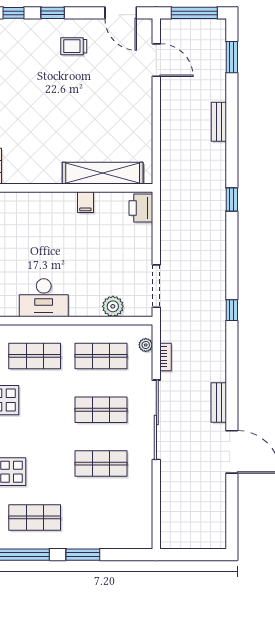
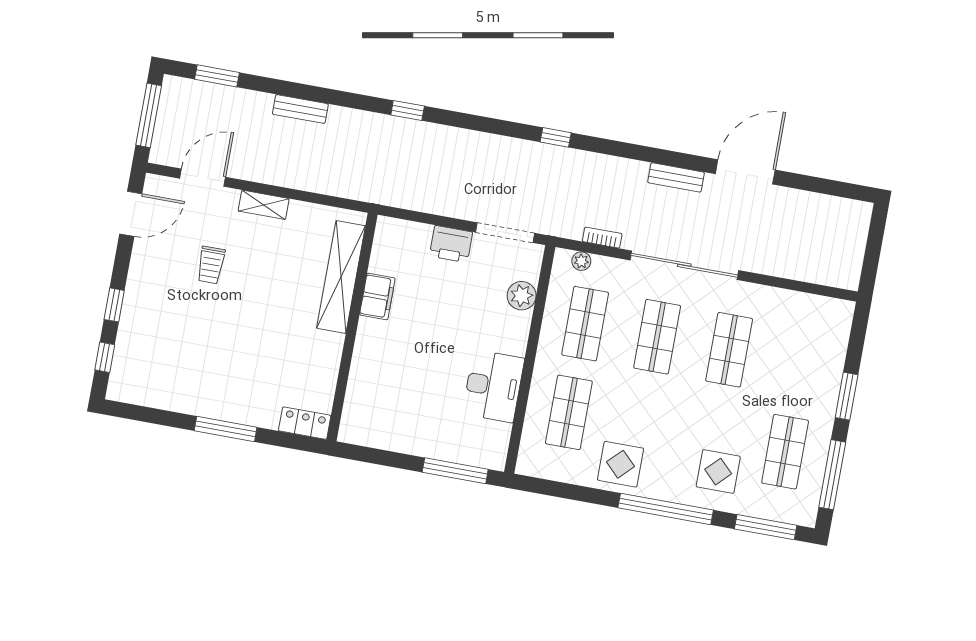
trolley: (74, 46) -> (211, 265), moved
shelving: (145, 108) -> (264, 205), added
filing cabinet: (85, 202) -> (377, 296), width x2.00
printer: (141, 208) -> (451, 244), moved

